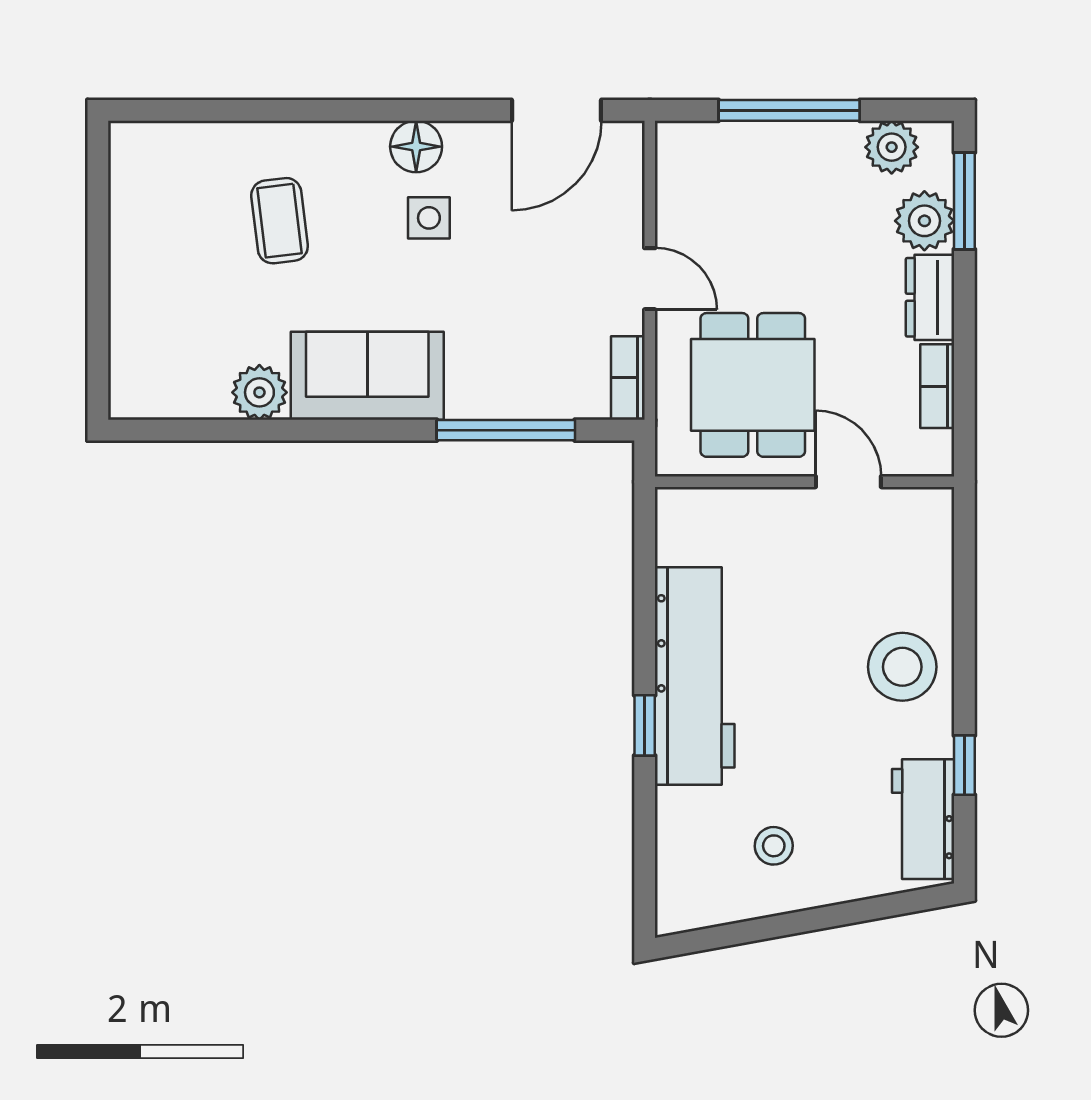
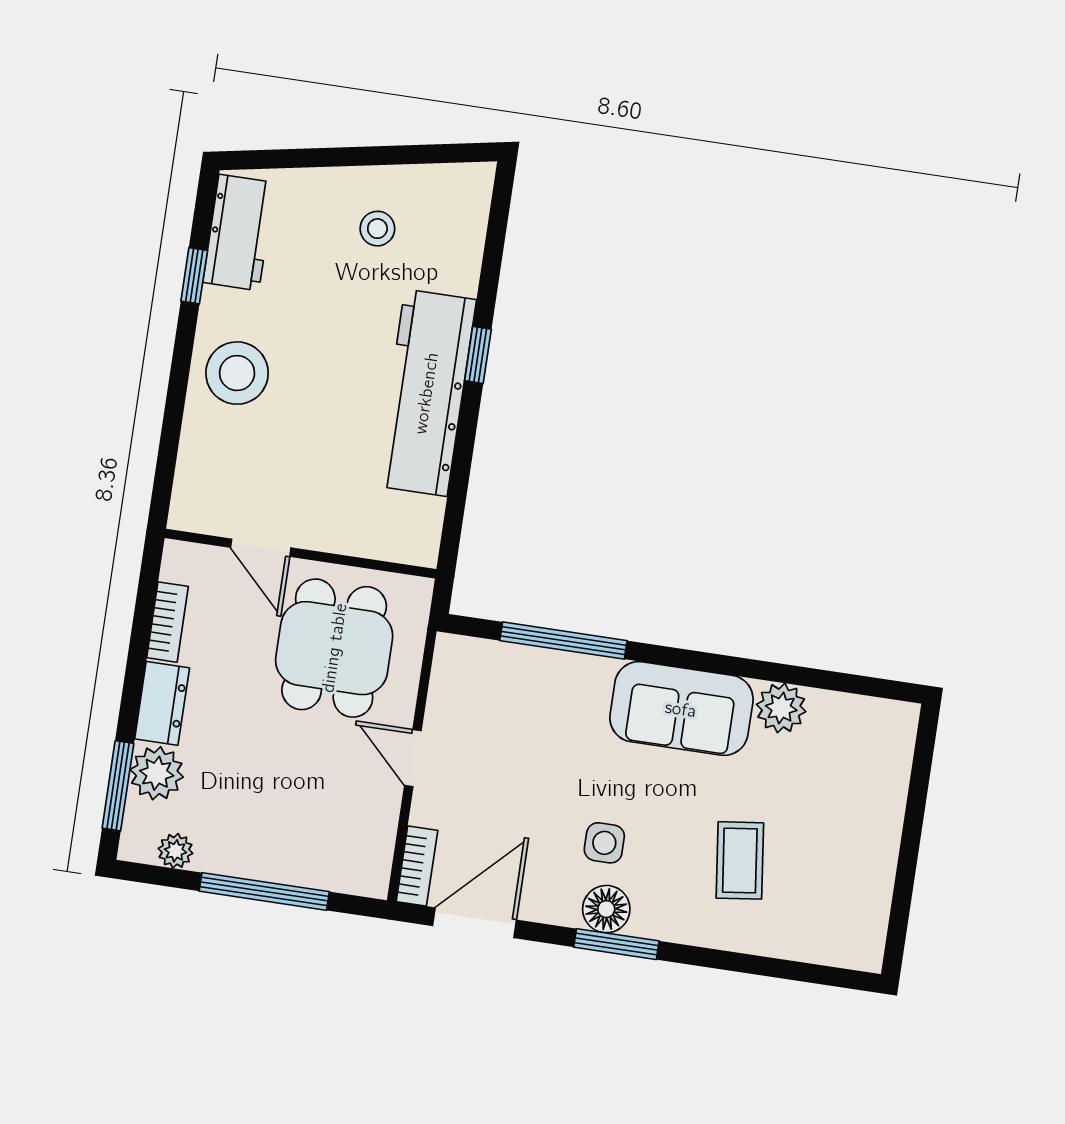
window: (400, 110) -> (616, 944), added
plant: (892, 147) -> (175, 851), width x0.73, depth x0.73
bookcase: (628, 378) -> (417, 866), moved

